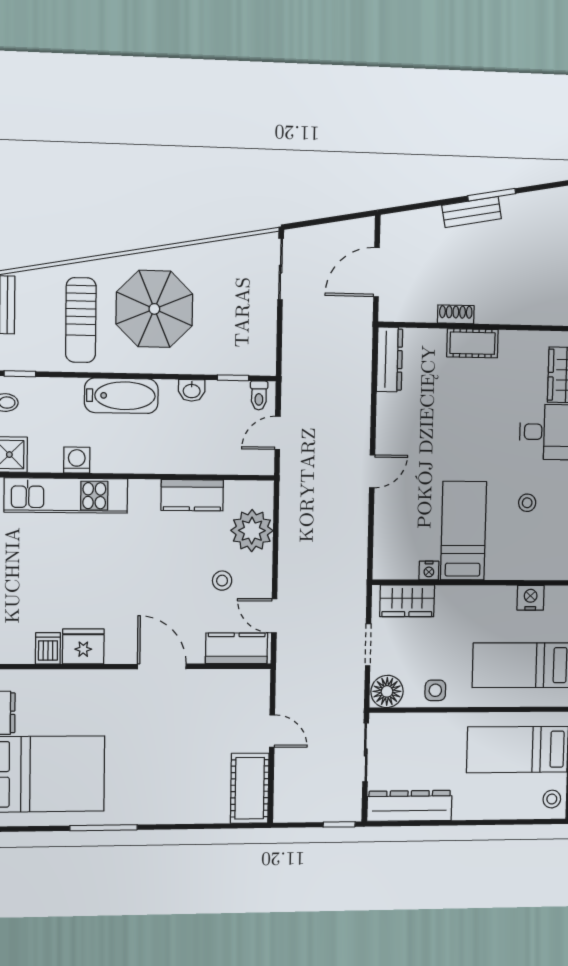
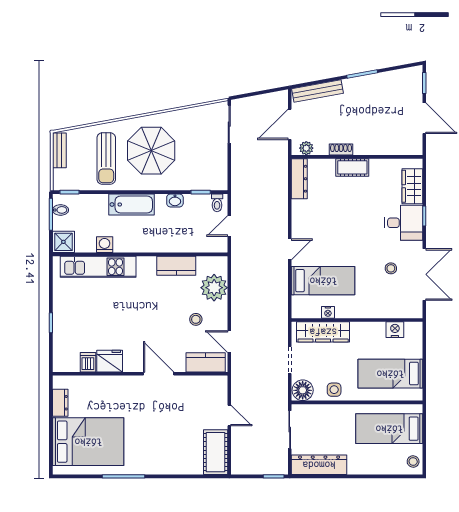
bench: (472, 212) -> (318, 91), moved, width x1.36
plant: (402, 311) -> (306, 148), added
bed: (464, 531) -> (323, 281), moved, turned 90
wardrobe: (407, 601) -> (323, 332), width x1.50

